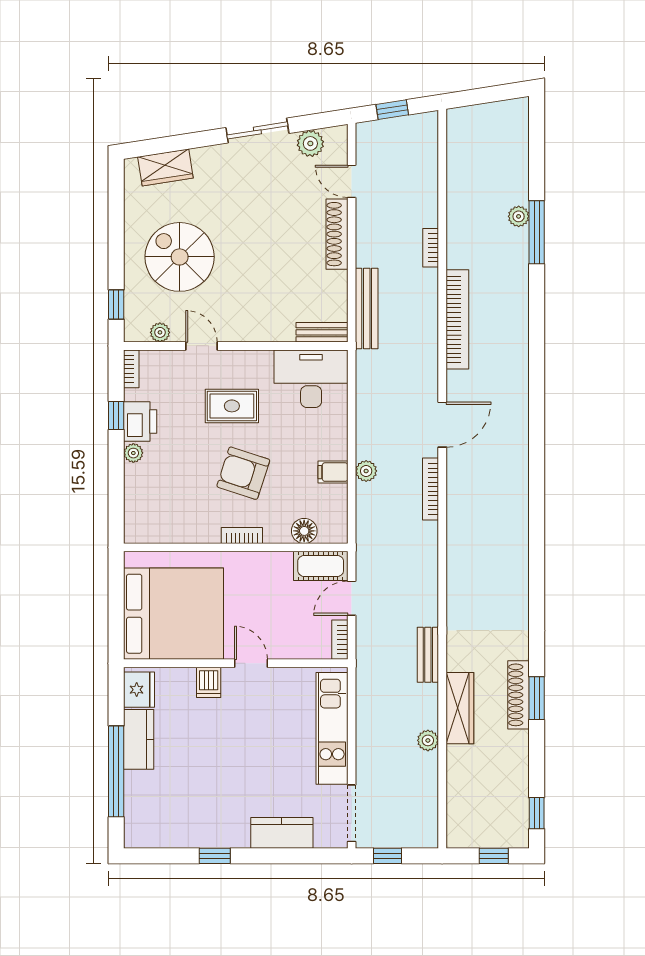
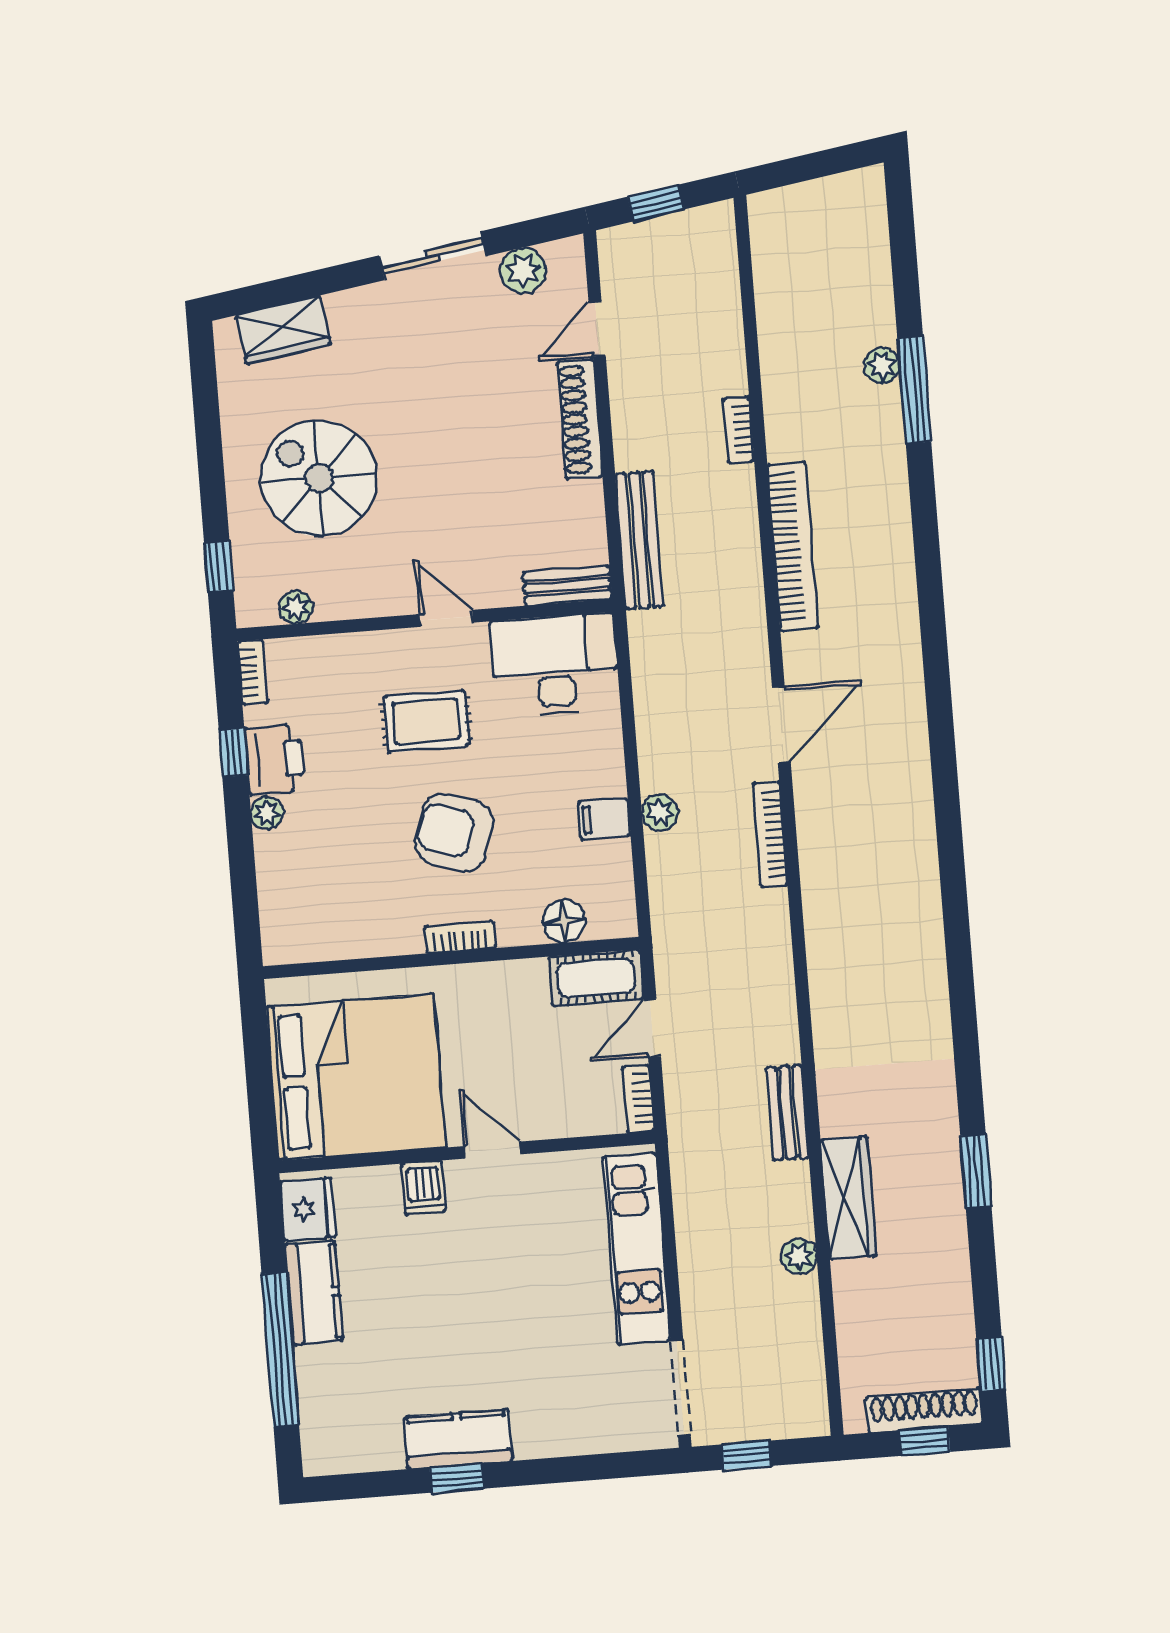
door: (352, 181) -> (597, 329), hinge flipped
door: (201, 346) -> (446, 618), moved
shoe rack: (519, 695) -> (924, 1411), moved, turned 90
kitchen counter: (282, 833) -> (458, 1439), moved

